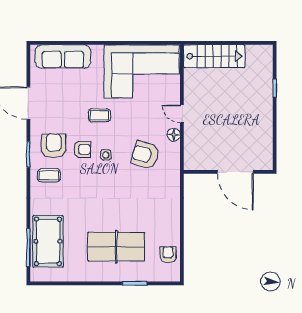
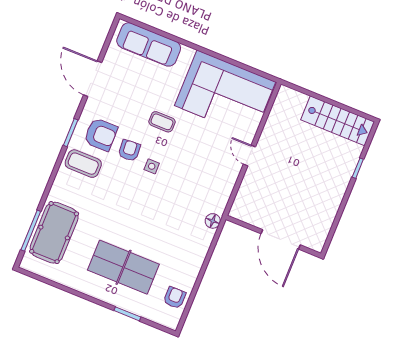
stairs: (214, 56) -> (338, 121), moved
floor lamp: (174, 135) -> (213, 221), moved
armchair: (54, 146) -> (101, 134), turned 90
armchair: (82, 149) -> (129, 150), turned -94
armchair: (145, 155) -> (193, 183), removed
coffee table: (49, 175) -> (83, 164), width x1.36, depth x1.30

